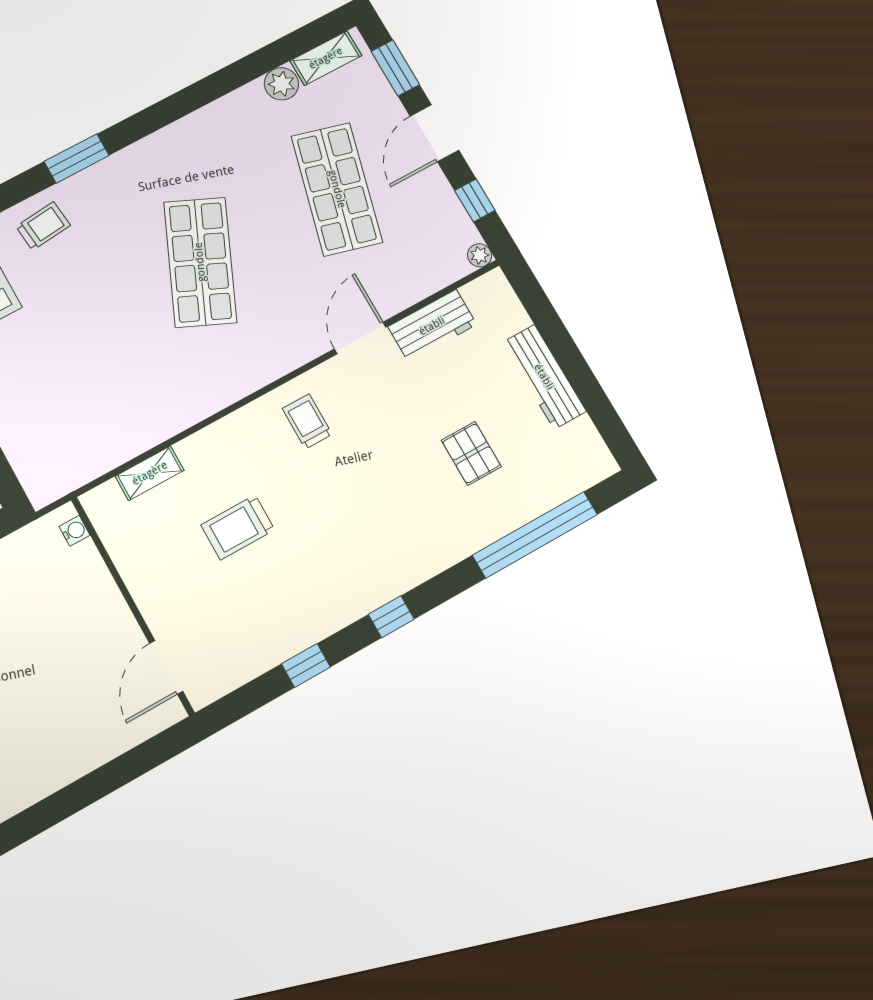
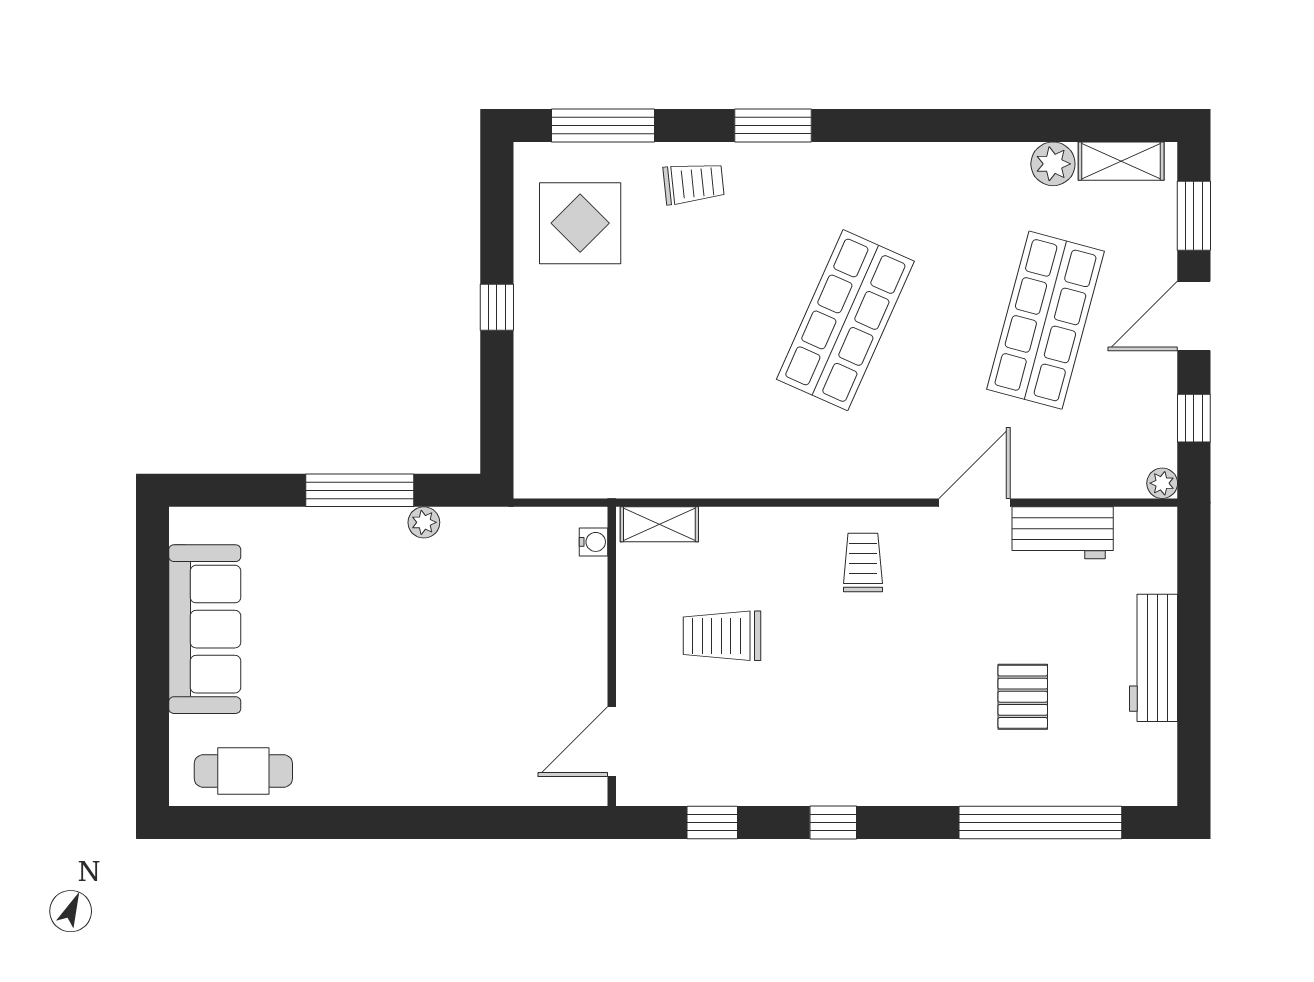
water cooler: (74, 531) -> (593, 542), moved
wall: (132, 606) -> (612, 656), moved
door: (166, 667) -> (612, 742), moved

